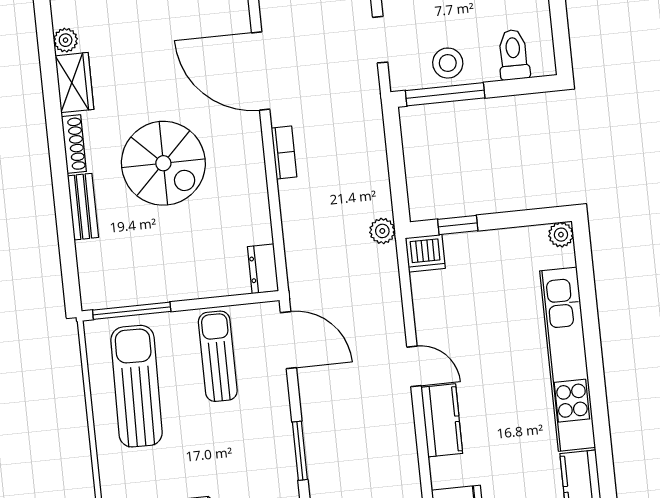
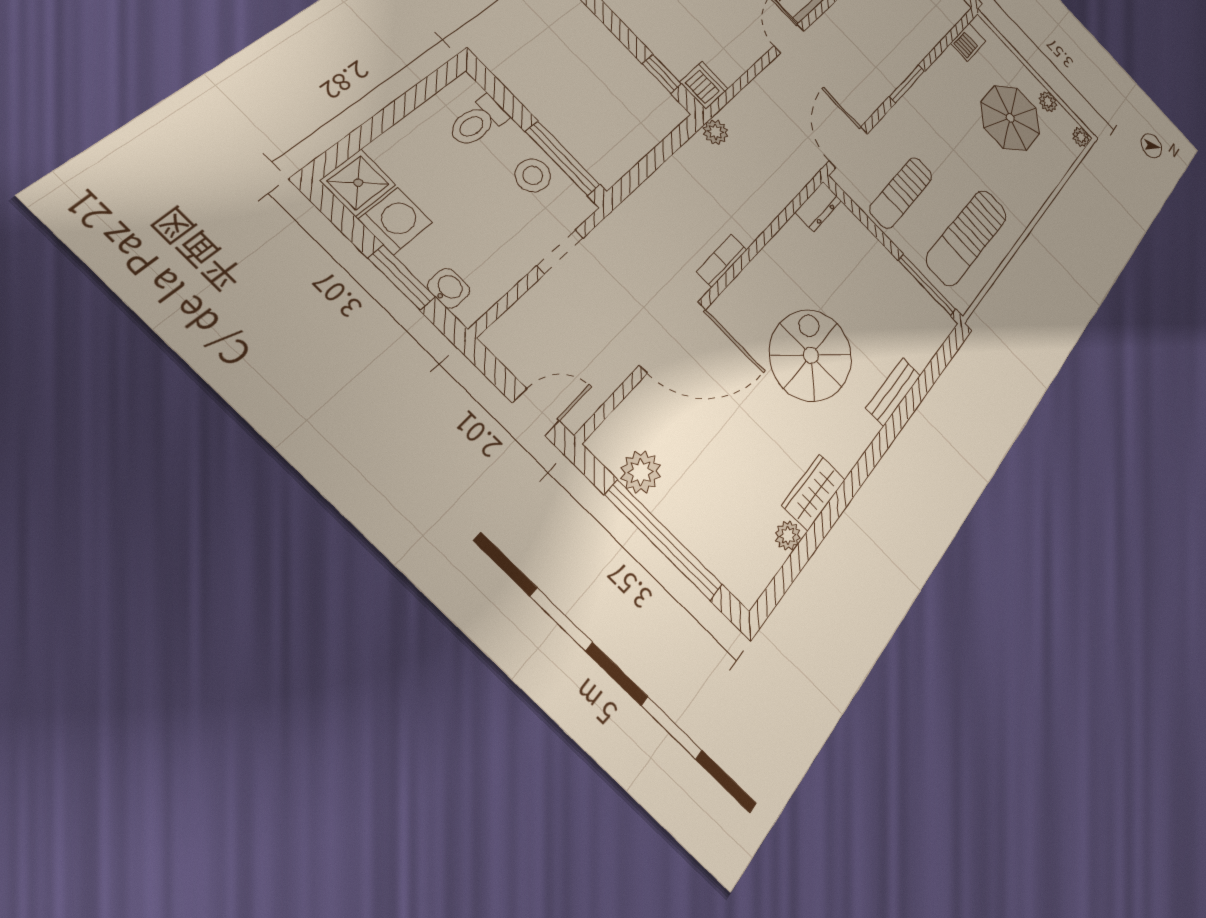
door: (261, 71) -> (673, 337), hinge flipped
shoe rack: (74, 144) -> (858, 445), removed

